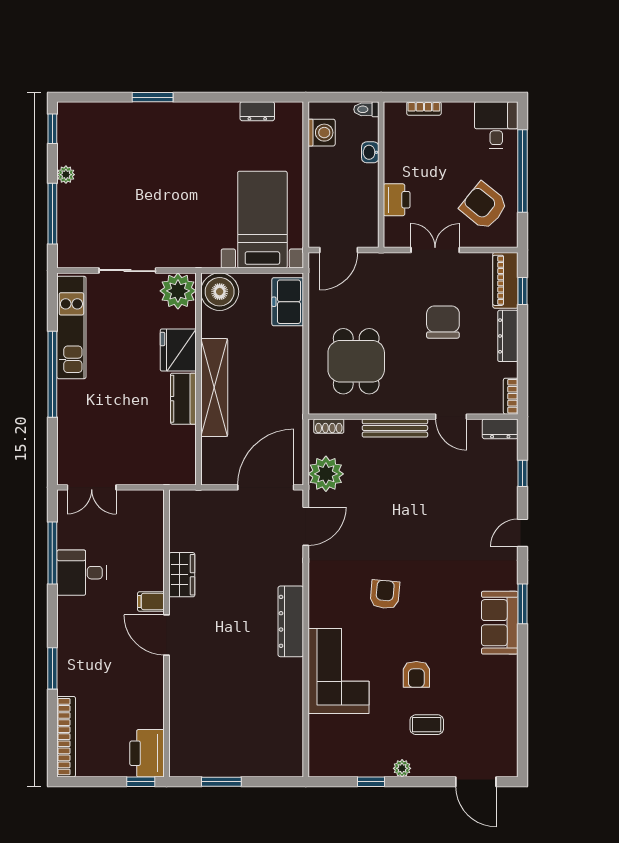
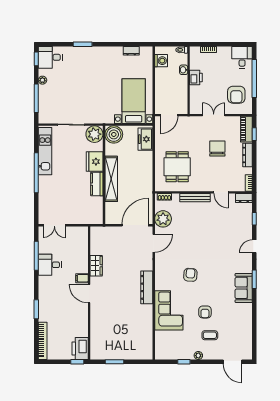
desk: (83, 125) -> (50, 57), added
printer: (397, 200) -> (196, 78), moved
armchair: (484, 206) -> (236, 95), turned -129

